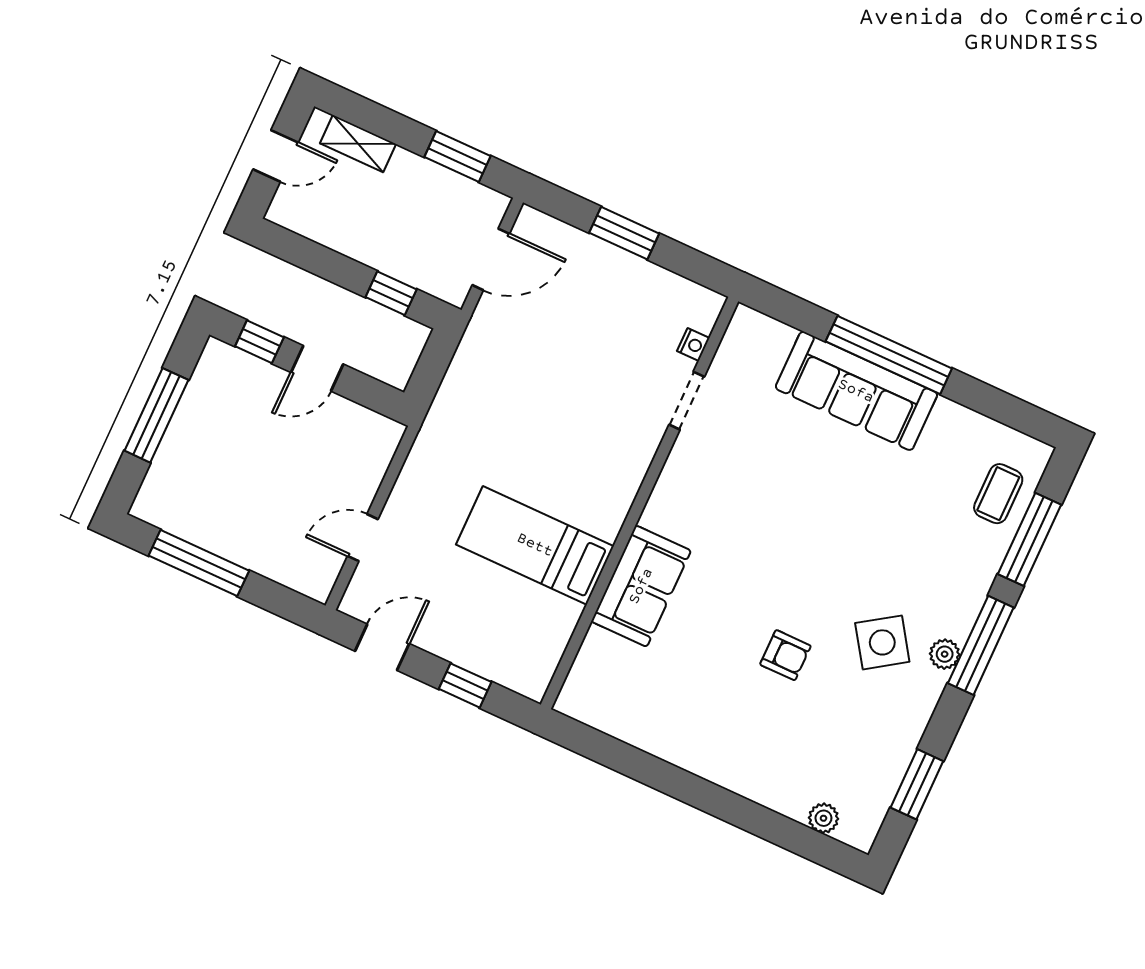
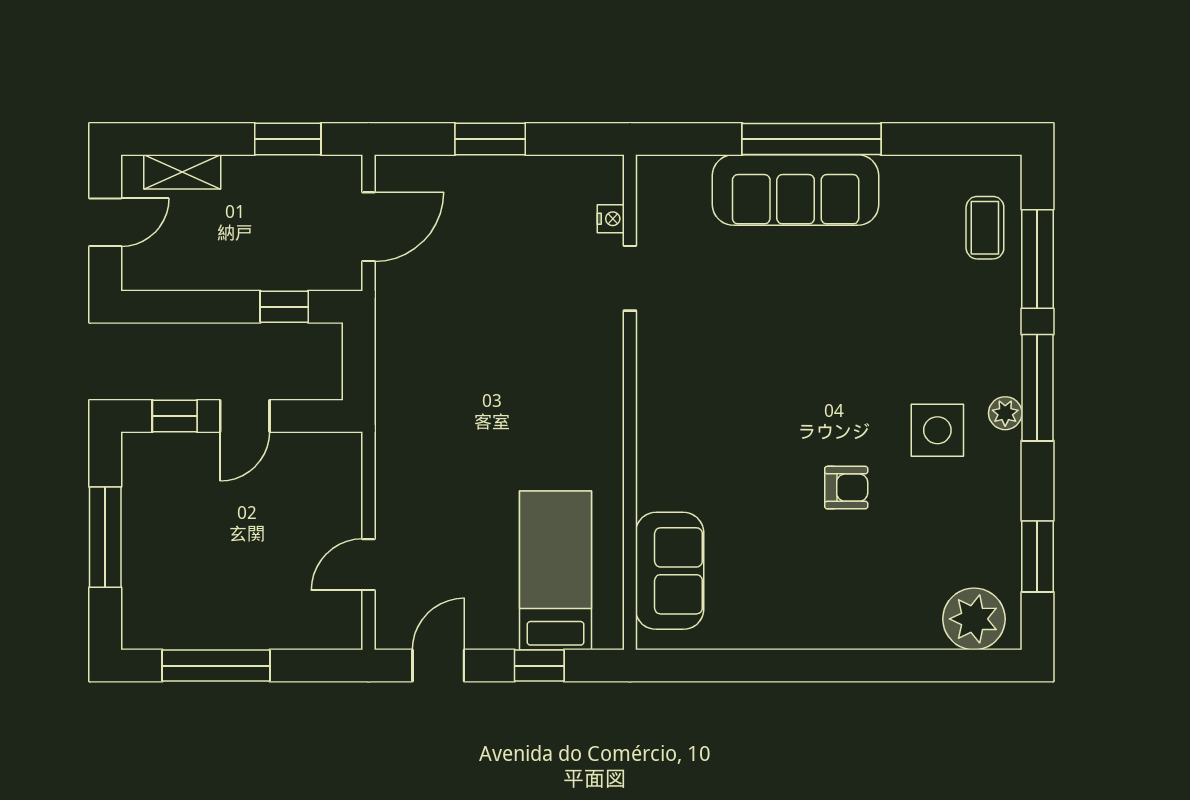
bed: (535, 545) -> (555, 570), moved, turned 90
sofa: (641, 586) -> (670, 571), moved
side table: (882, 642) -> (937, 430), turned 34
plant: (823, 818) -> (974, 619), width x1.88, depth x1.88

